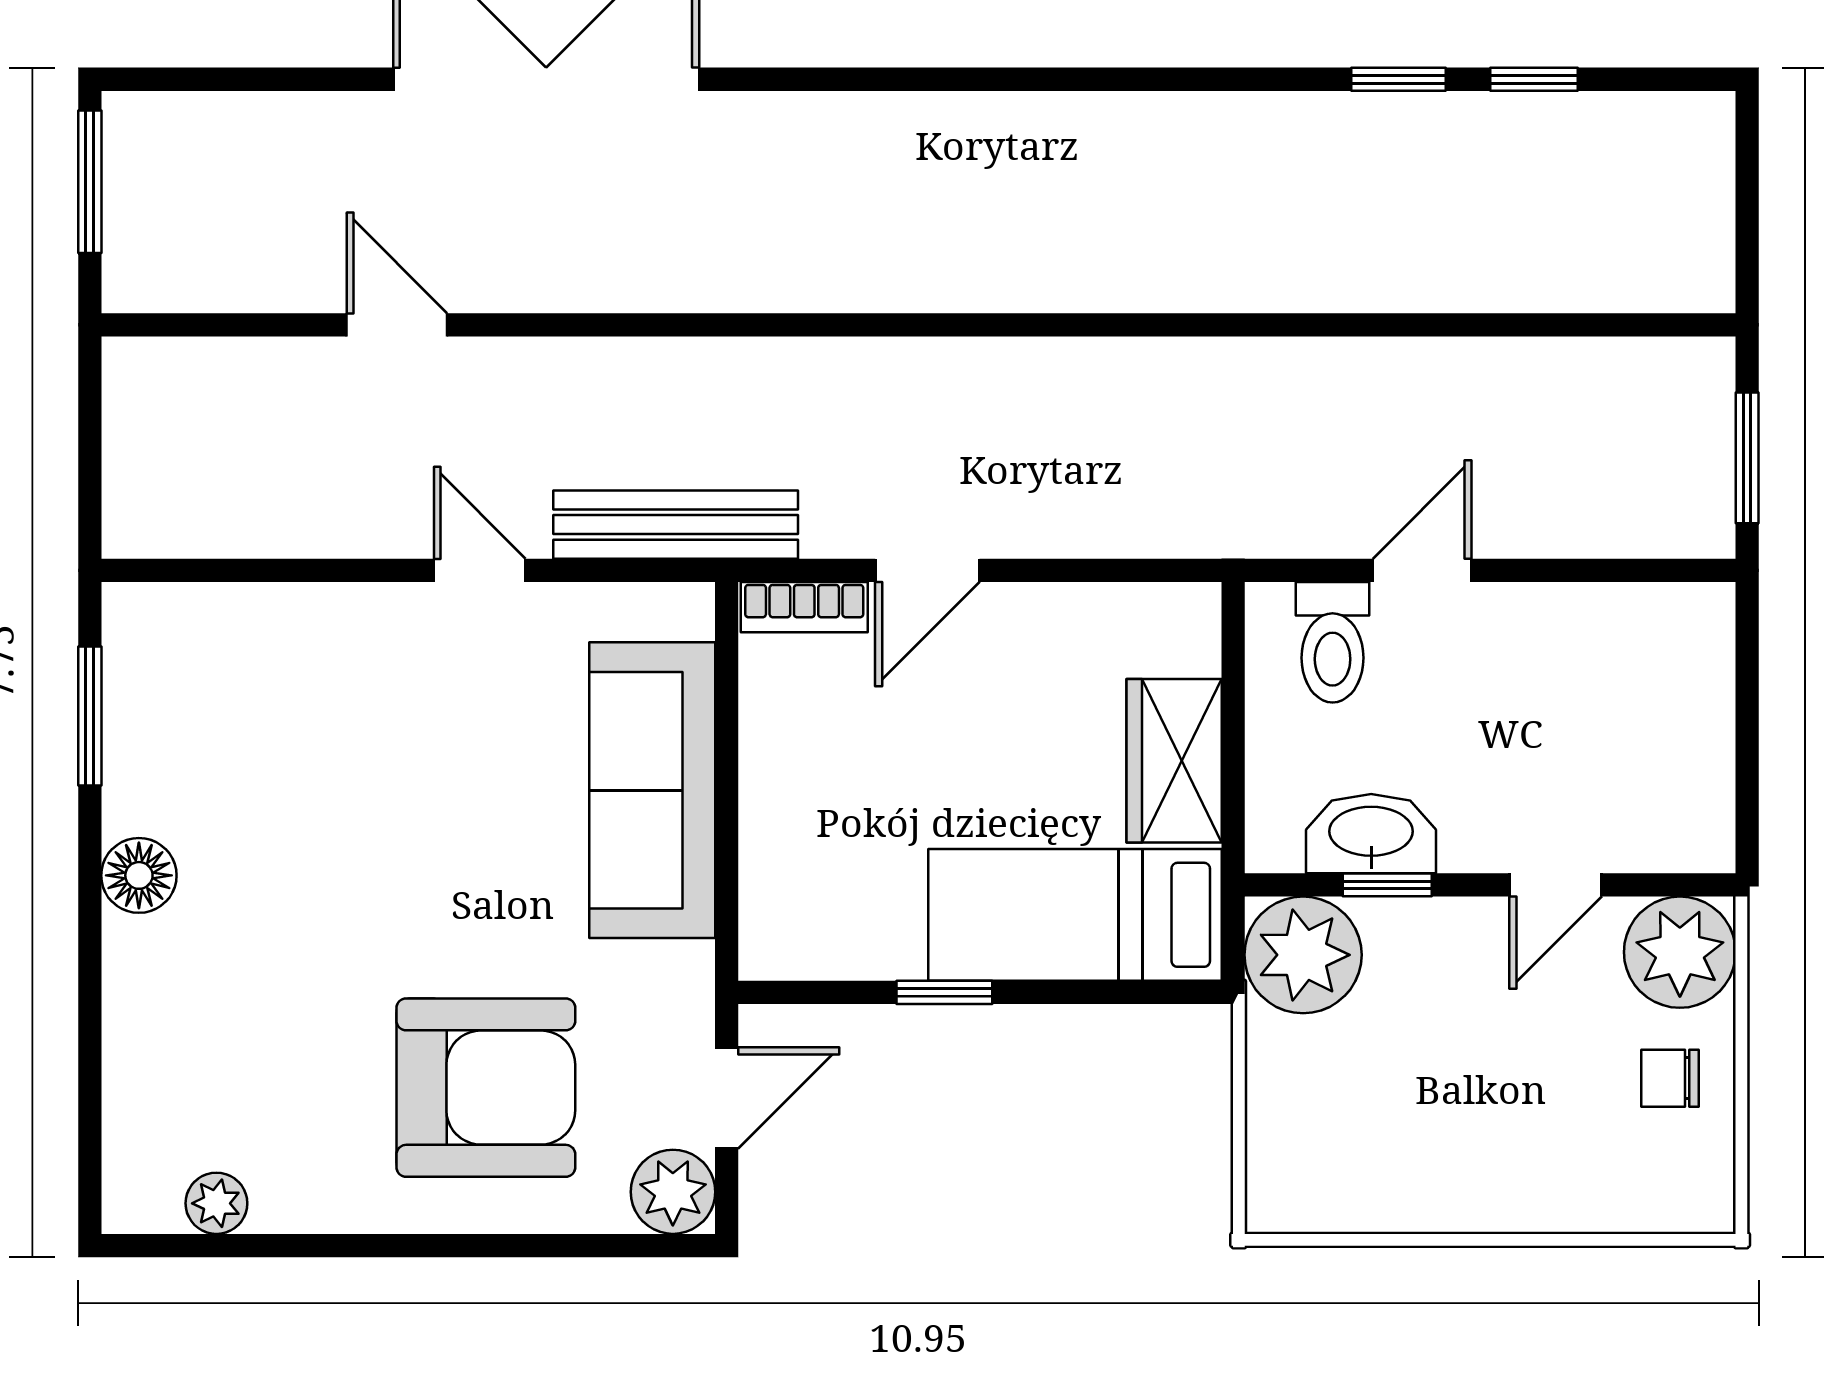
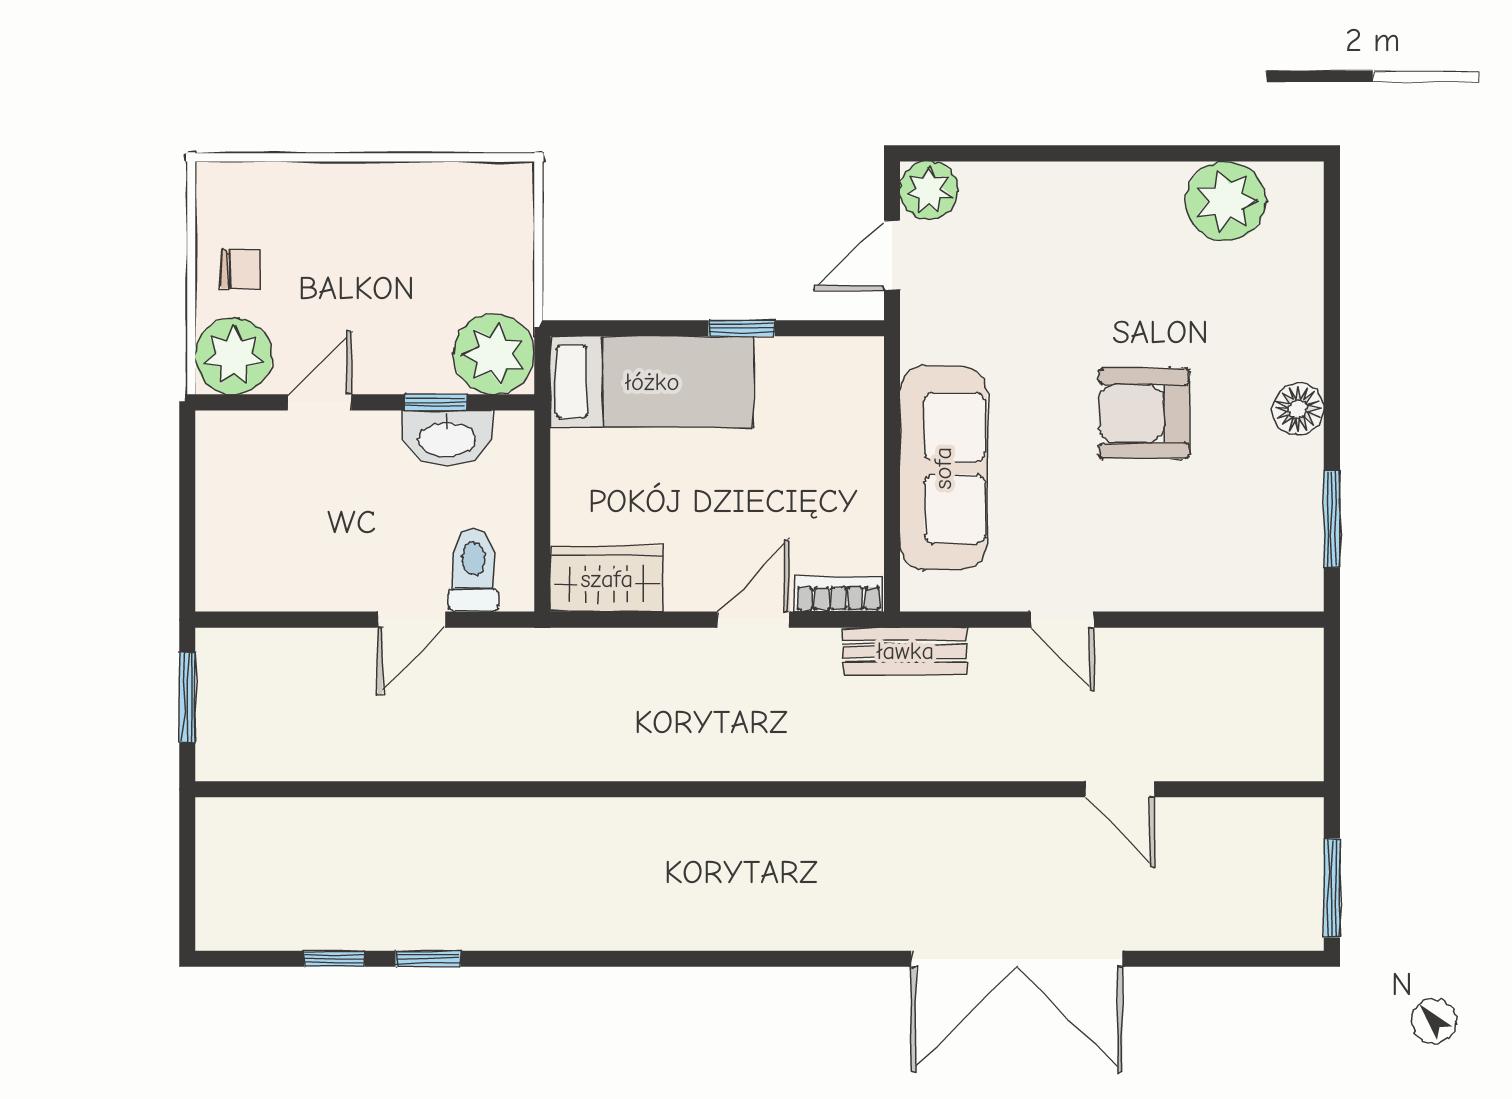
bench: (676, 525) -> (905, 651), width x0.73
wardrobe: (1174, 761) -> (607, 579), moved, turned -90
armchair: (486, 1088) -> (1144, 414), moved, width x0.73, depth x0.73
plant: (216, 1203) -> (1226, 201), width x1.87, depth x1.87

